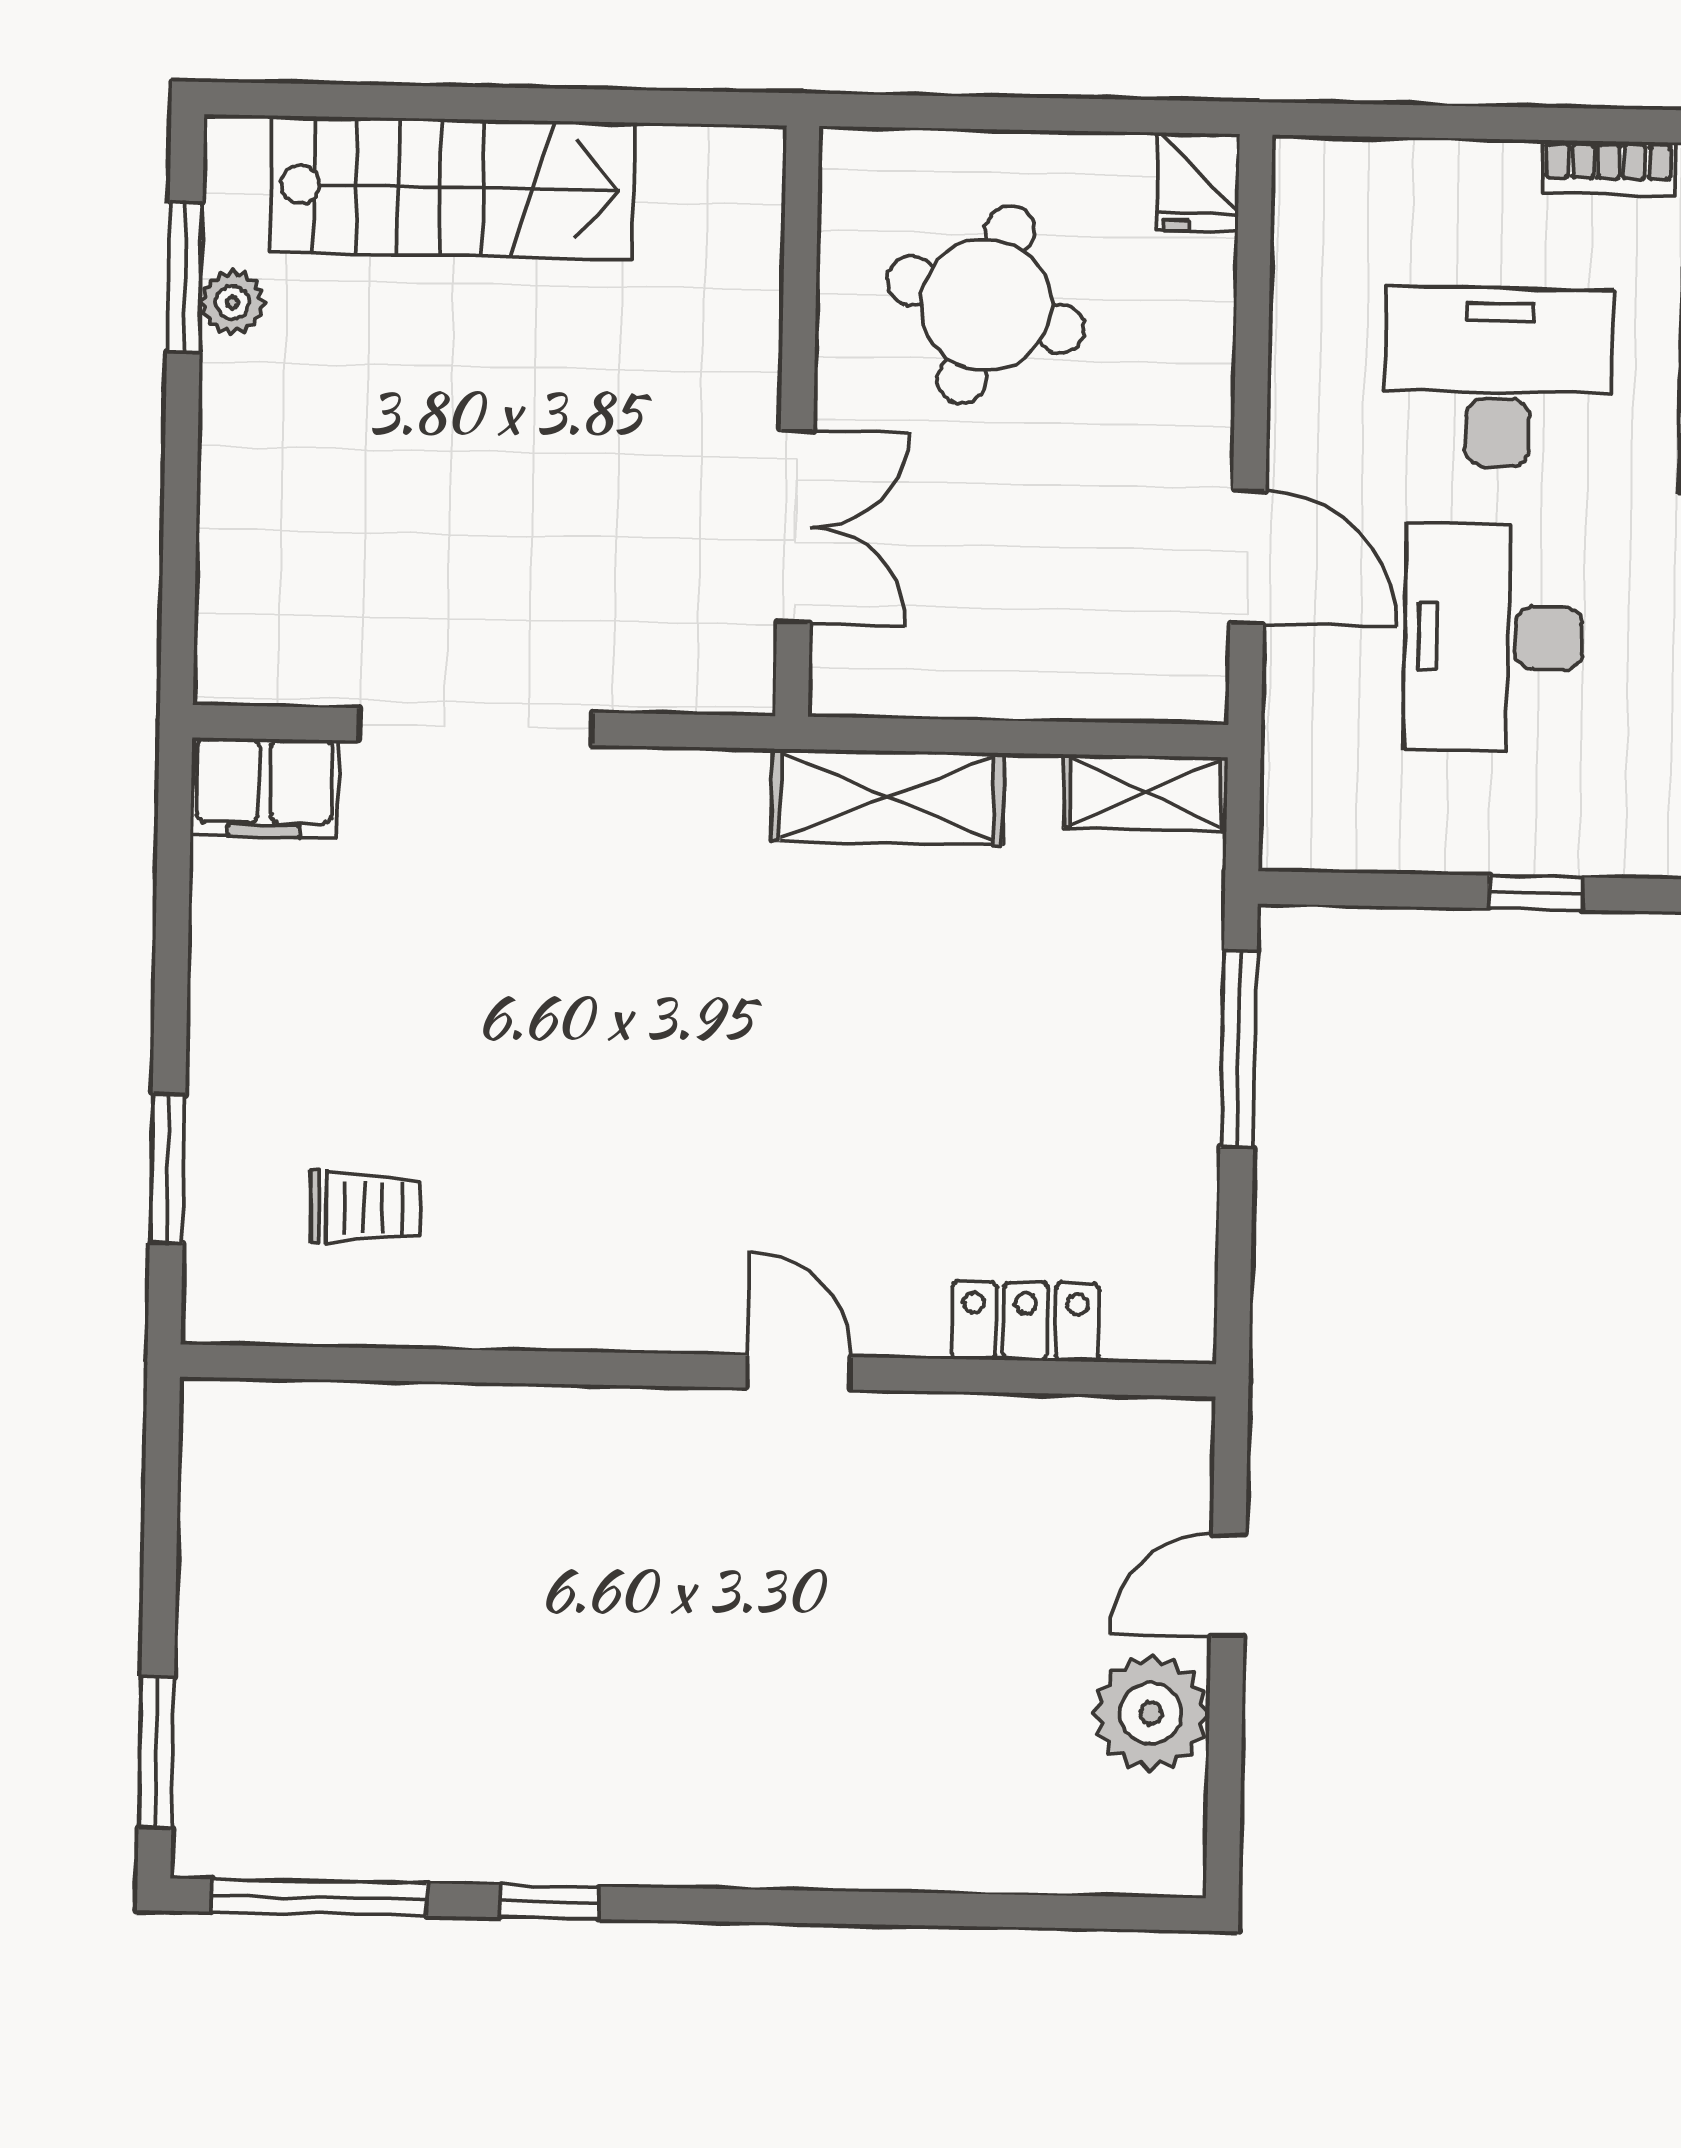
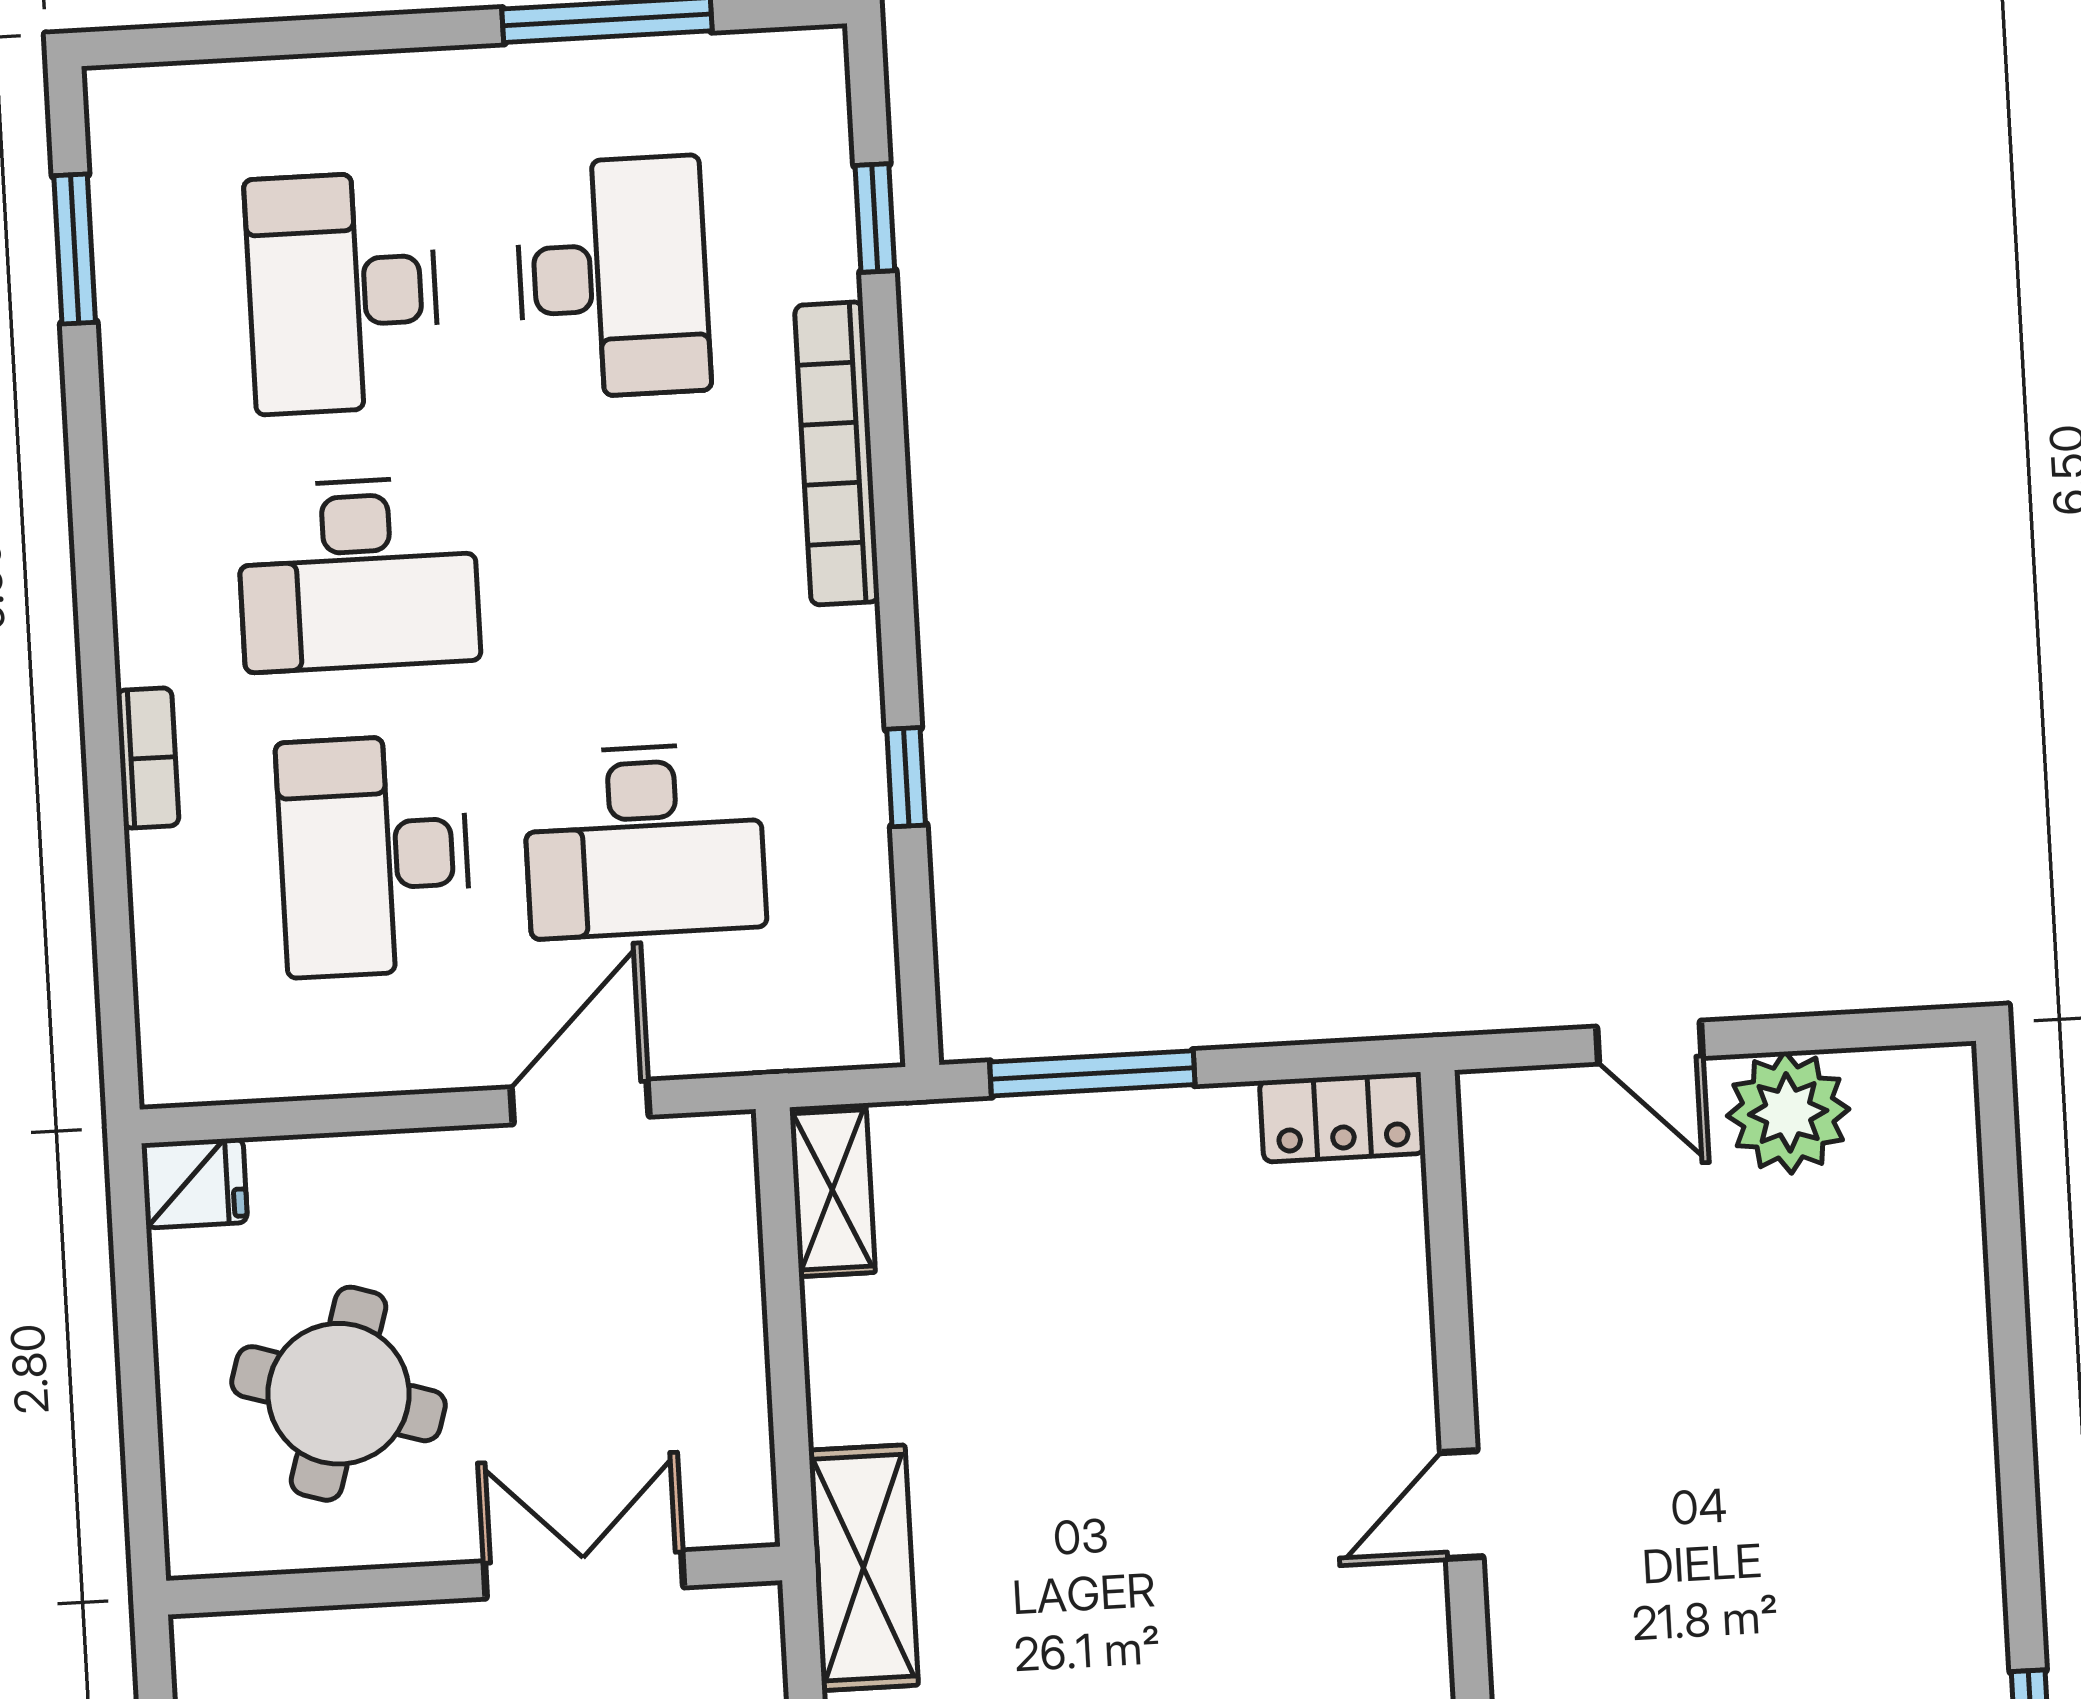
shelving: (887, 797) -> (864, 1568), moved
locker: (1026, 1321) -> (1342, 1117), moved, turned -90

